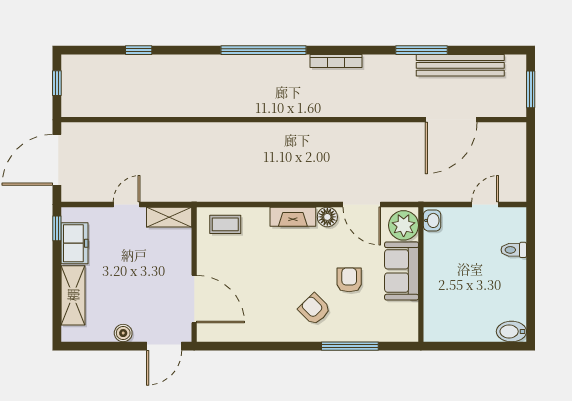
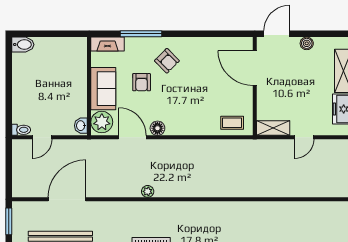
plant: (341, 130) -> (148, 191), added
fireplace: (293, 217) -> (108, 44), moved, turned 180
toilet: (514, 250) -> (21, 130), moved

